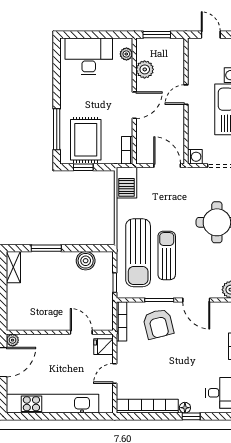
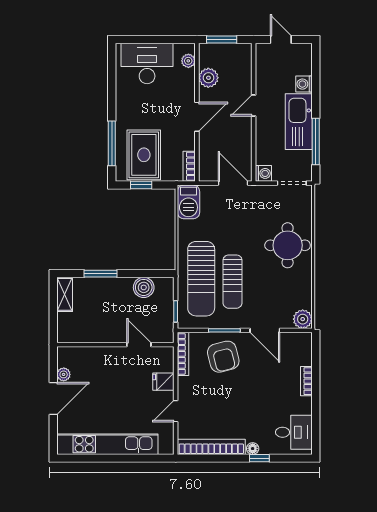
sun lounger: (167, 255) -> (233, 282), turned 180
wall: (60, 332) -> (115, 345), moved
door: (81, 332) -> (139, 345), moved

